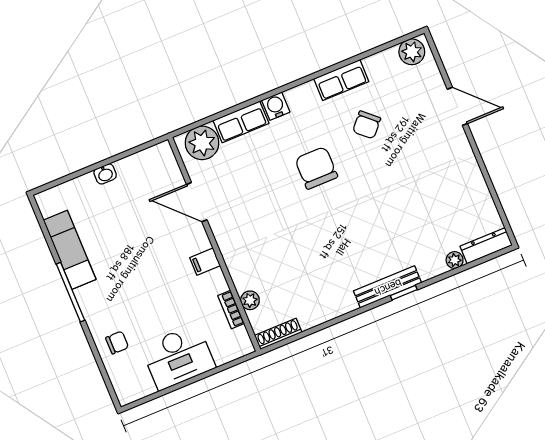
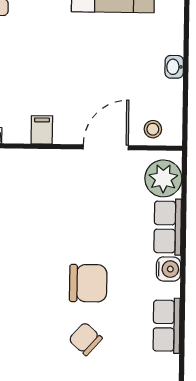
row of seats: (341, 80) -> (167, 326), moved
chair: (367, 125) -> (85, 339), moved
stool: (165, 169) -> (153, 129), added

